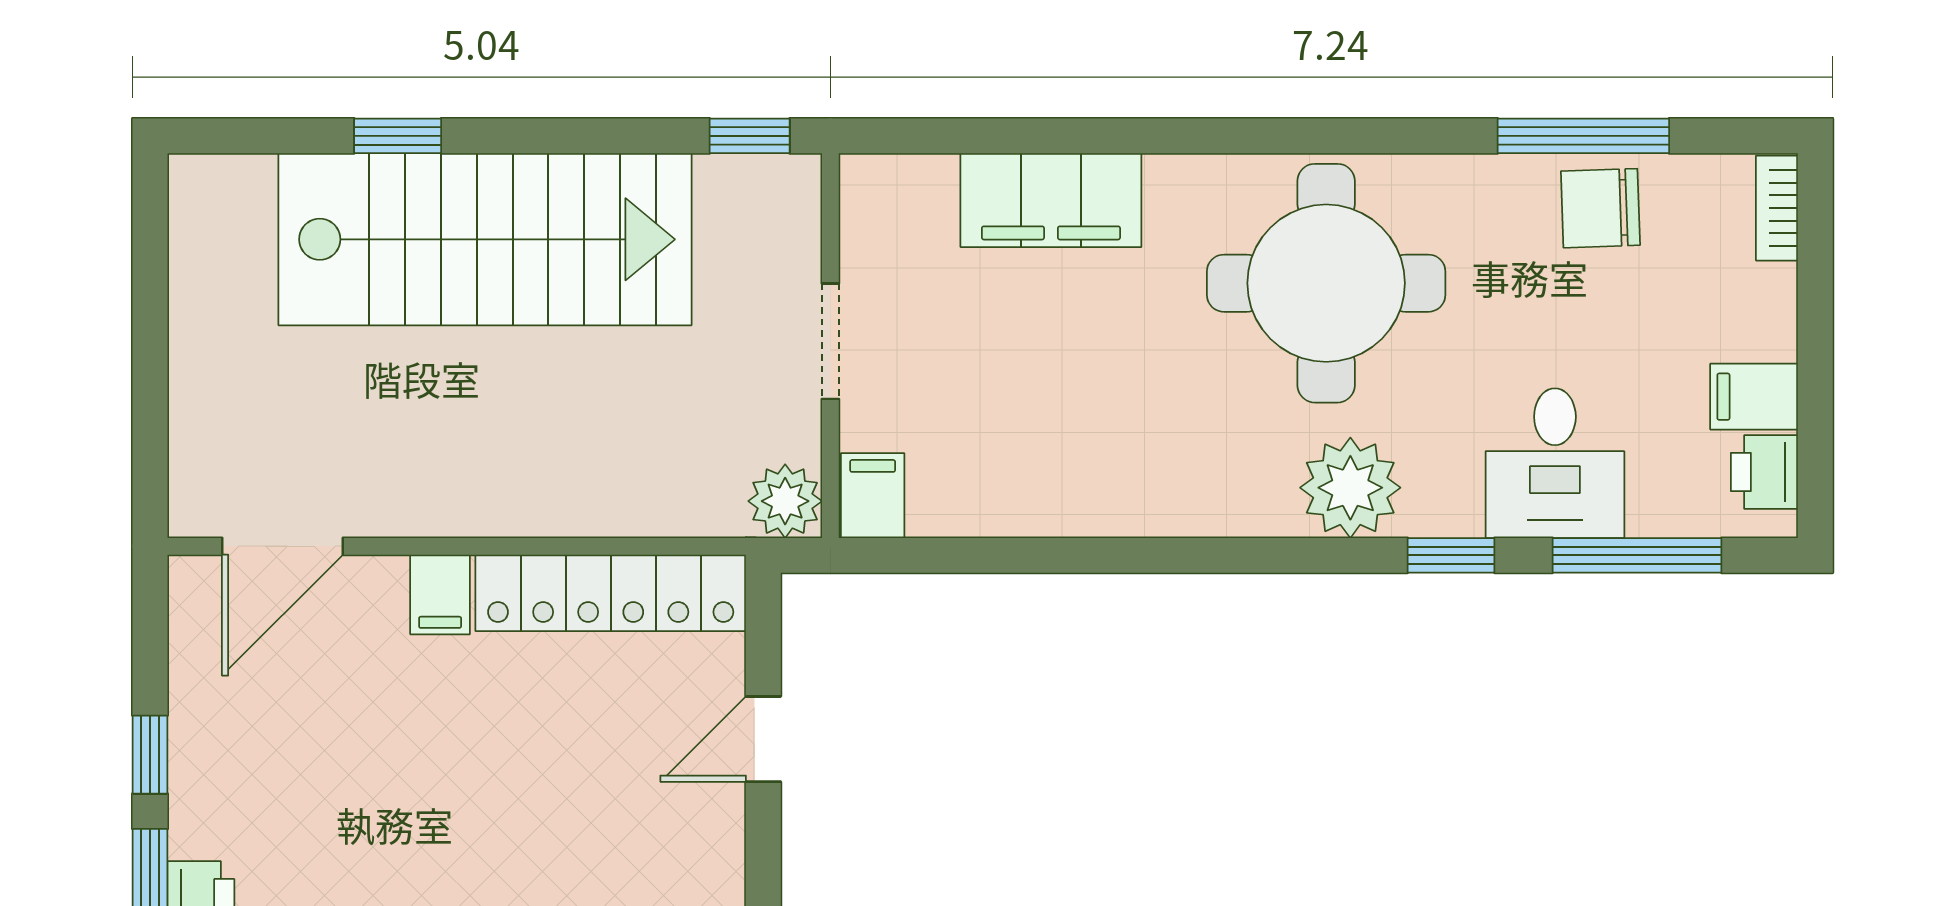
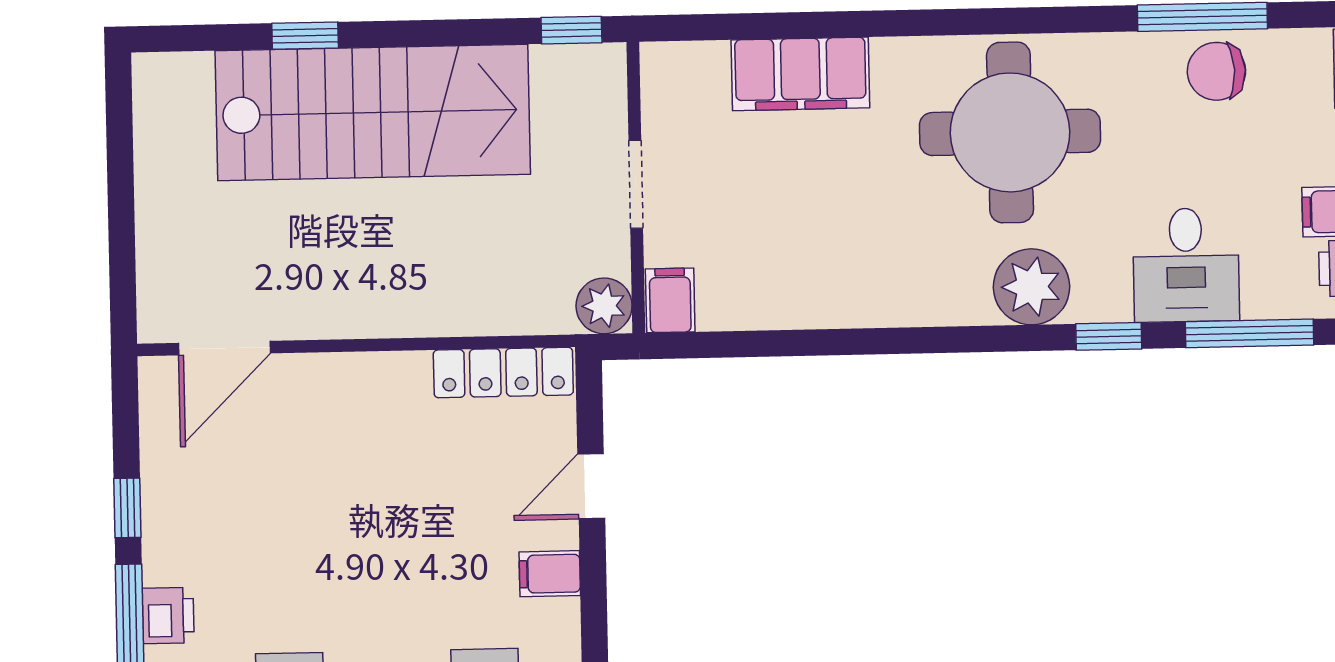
locker: (611, 593) -> (503, 373), width x0.71, depth x0.83
filing cabinet: (440, 594) -> (550, 574), moved, turned 90

